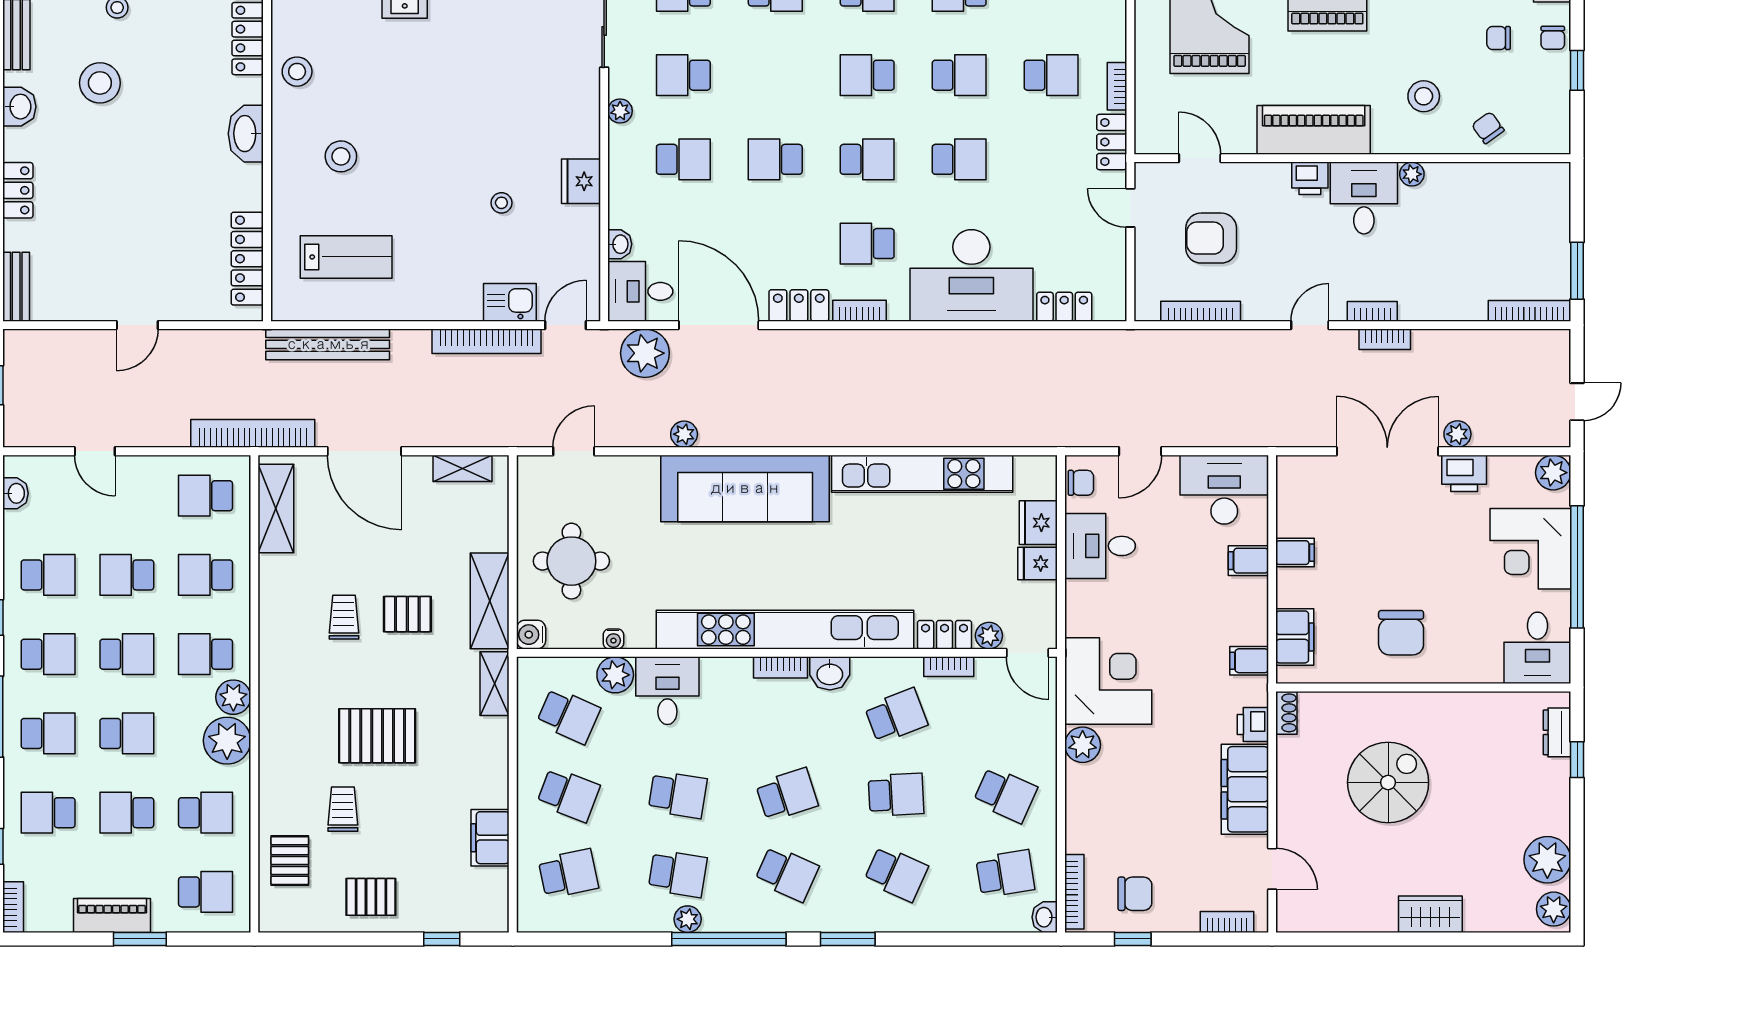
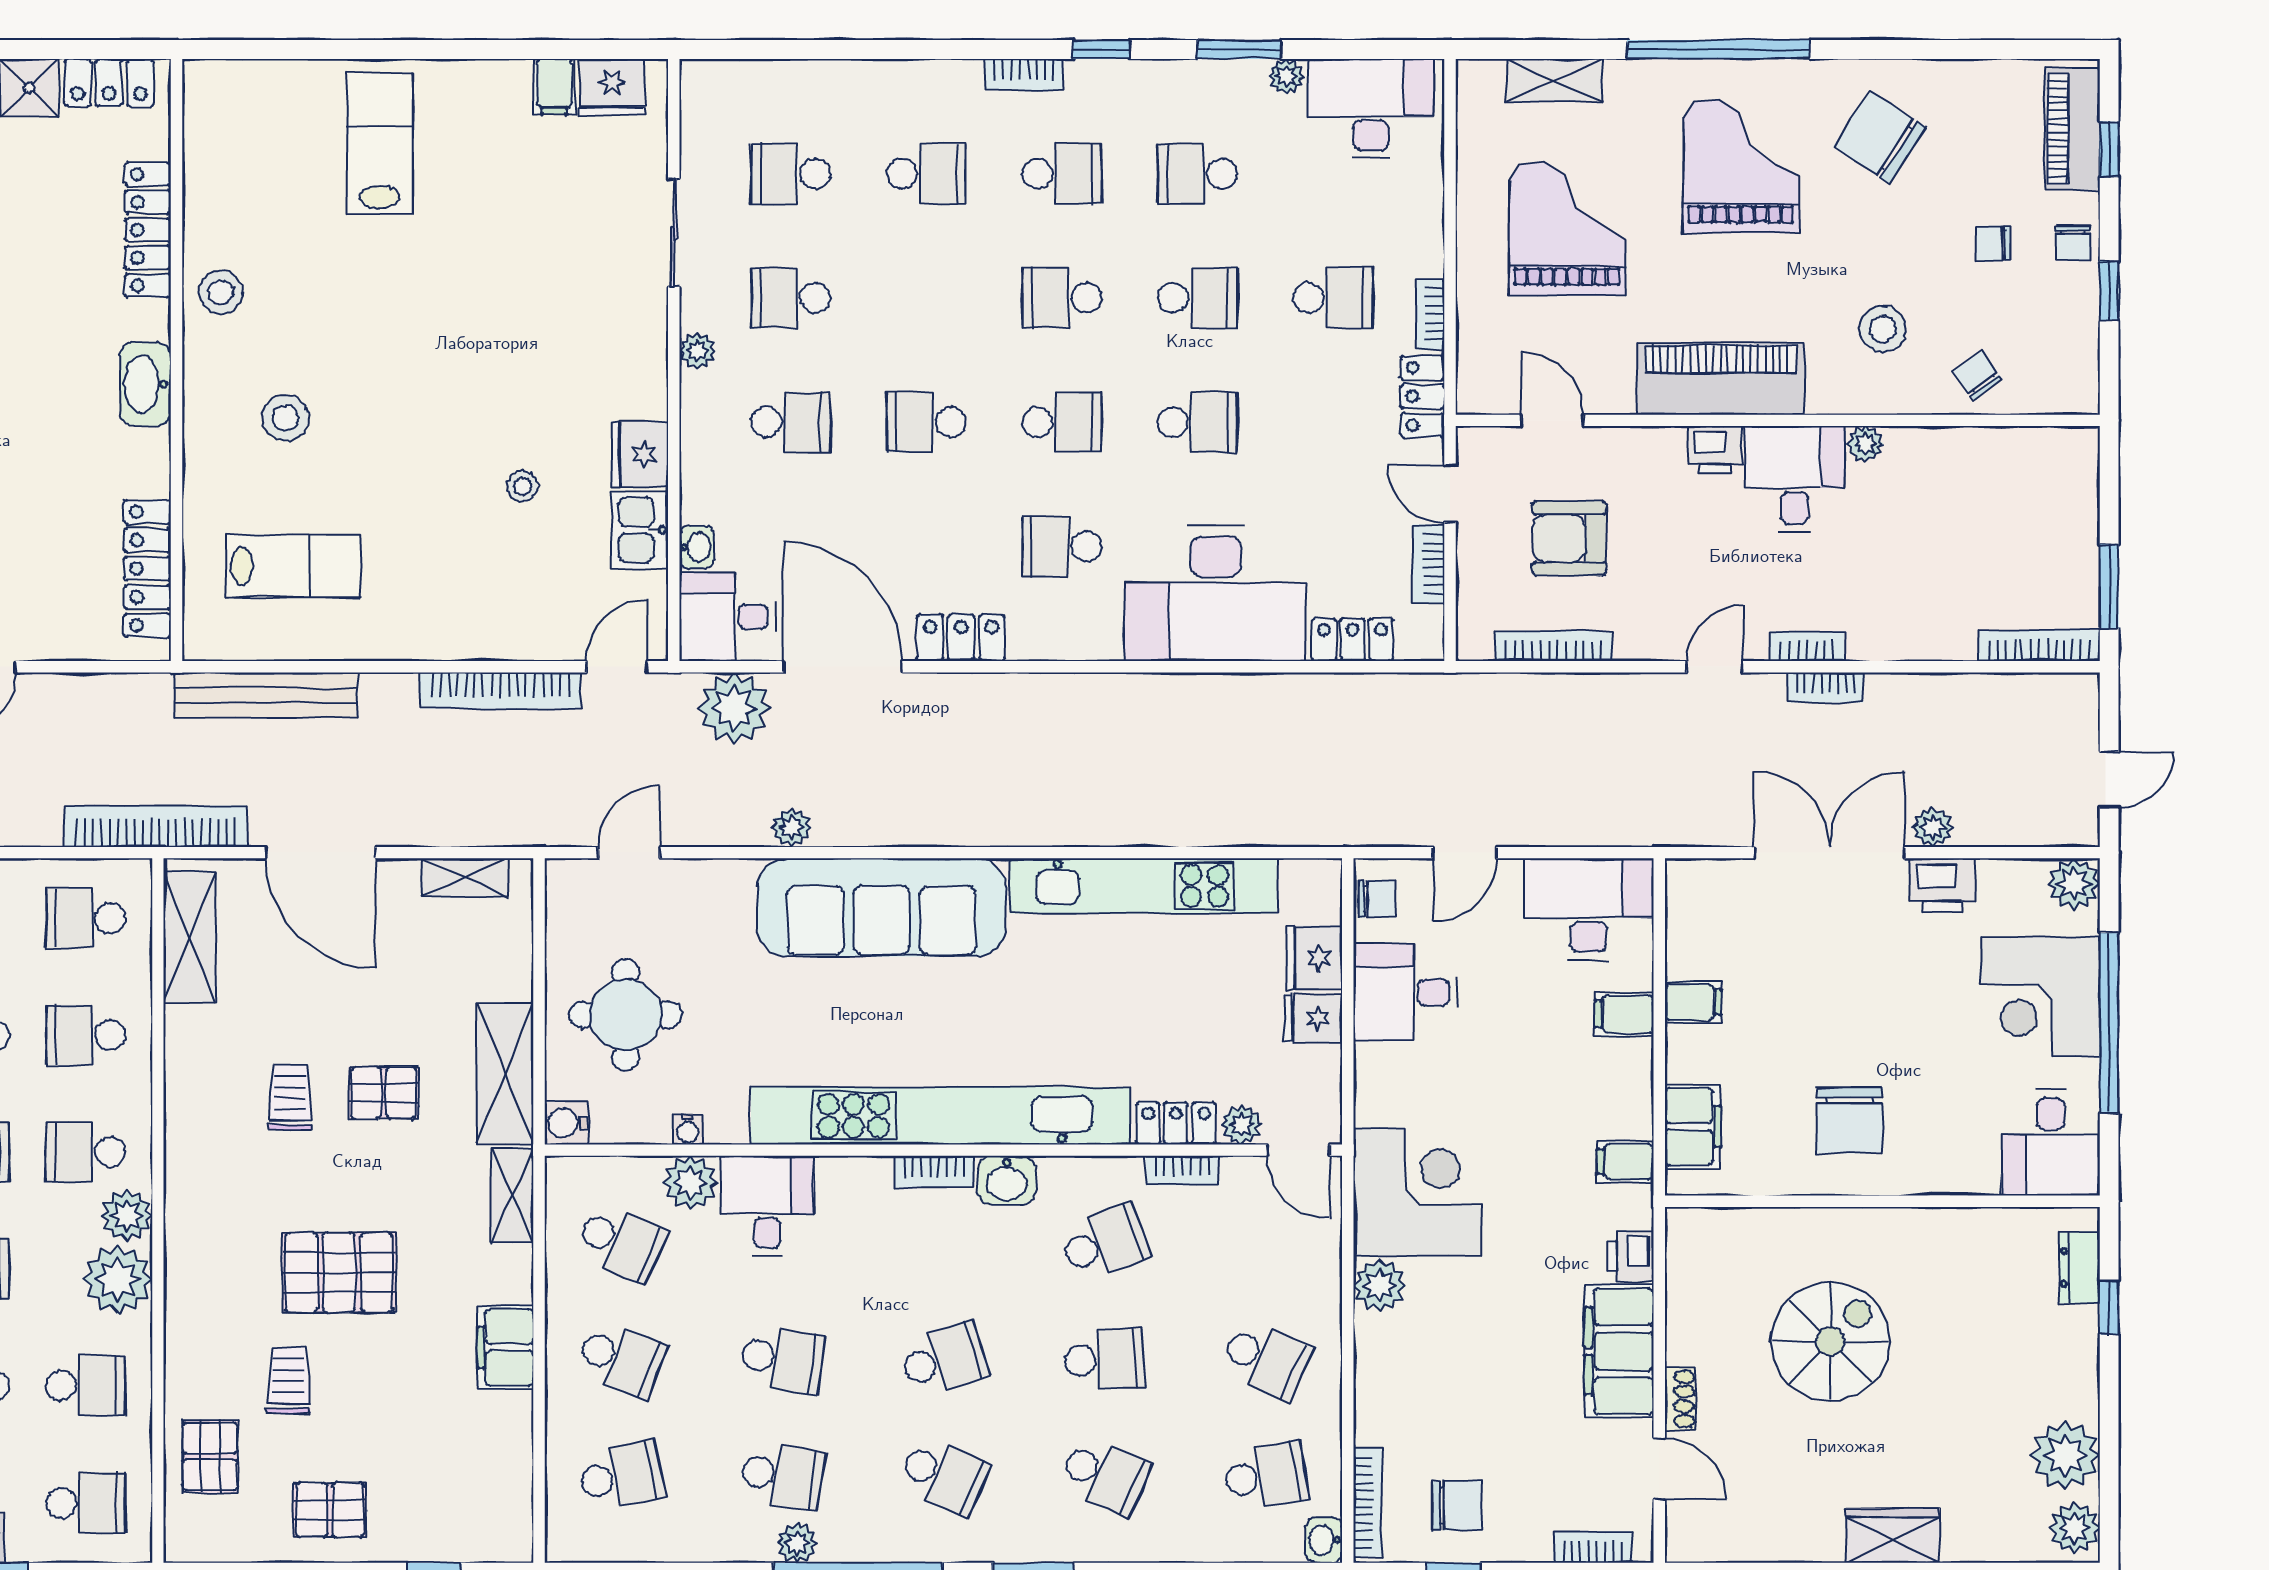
kitchen sink: (510, 302) -> (640, 530), moved, turned -90
bookcase: (859, 311) -> (1429, 564), moved, turned -90
shoe rack: (1286, 713) -> (1680, 1399), moved
filing cabinet: (490, 838) -> (506, 1347), moved

